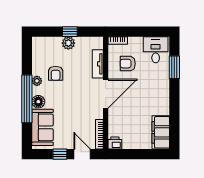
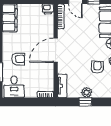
tv unit: (98, 64) -> (62, 86), moved
armchair: (128, 64) -> (18, 59), moved

